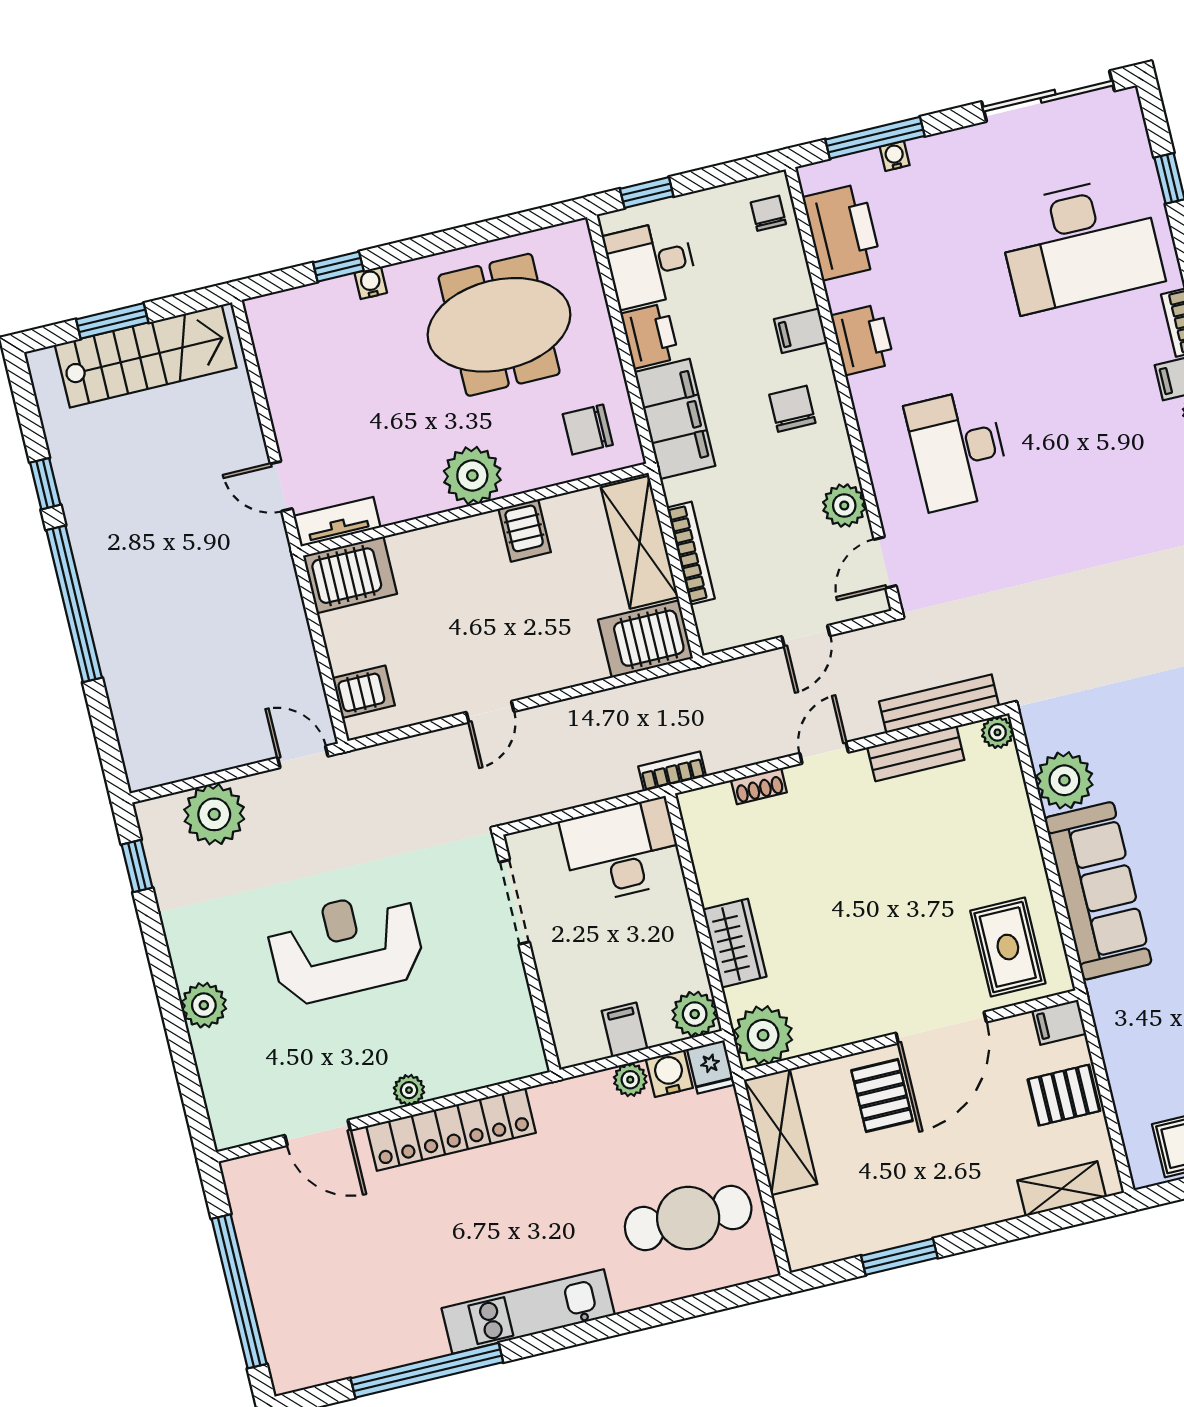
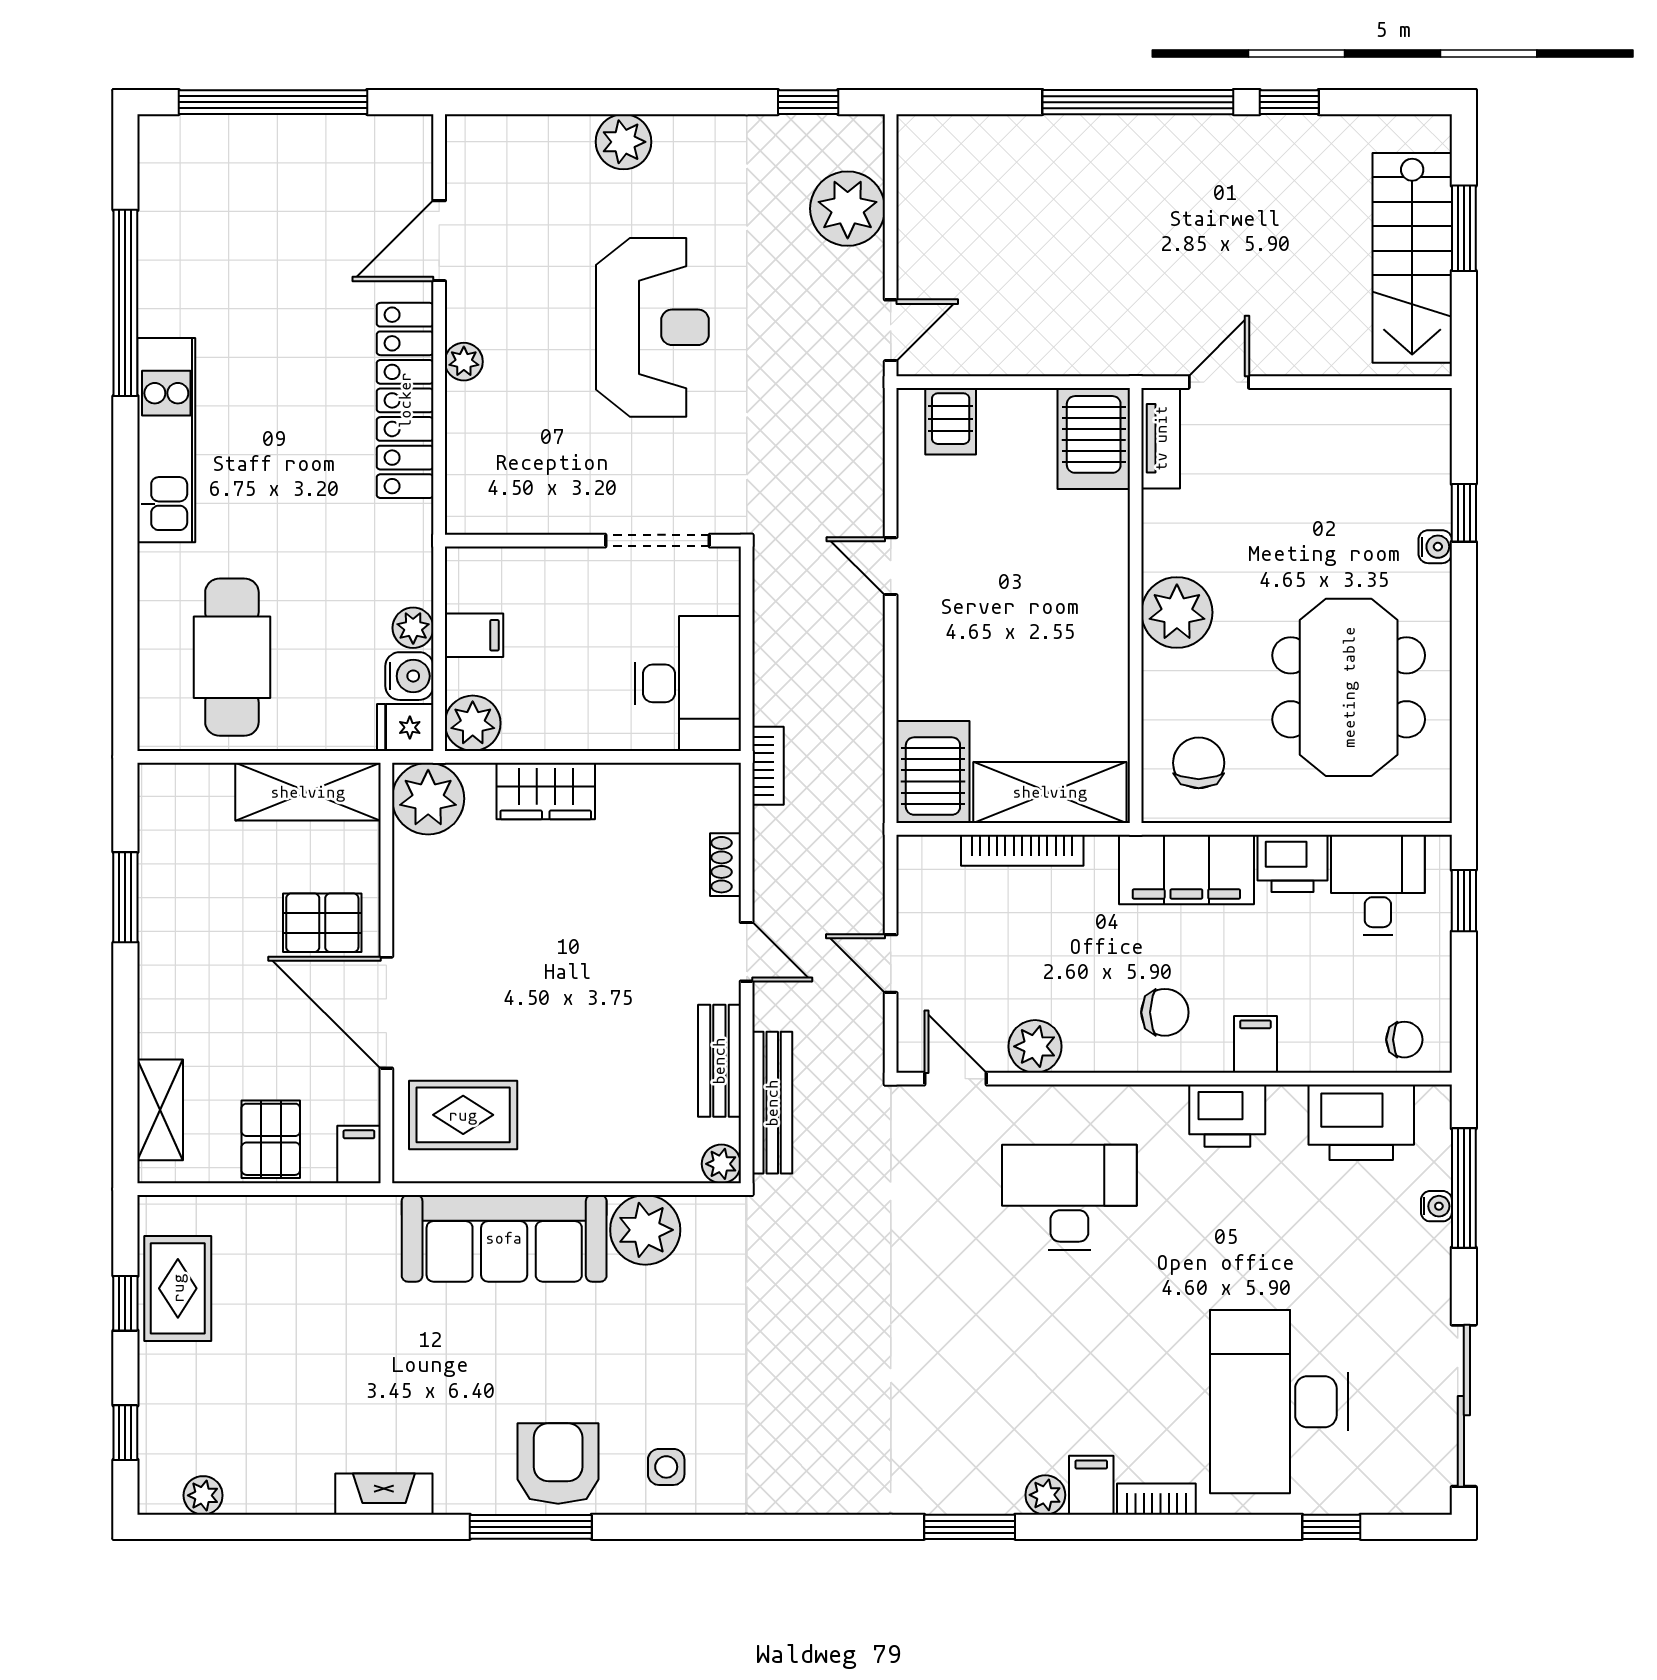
server rack: (525, 531) -> (1097, 659), removed

